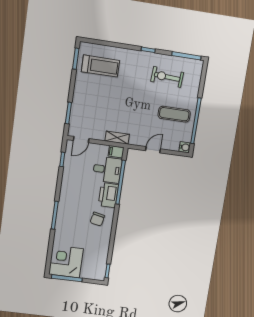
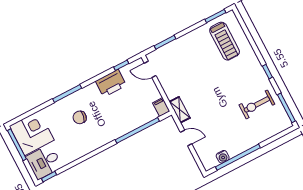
exercise bike: (167, 77) -> (257, 104), turned -93
exercise mat: (174, 114) -> (230, 134), removed
shelving: (117, 138) -> (180, 110), moved
water cooler: (185, 147) -> (223, 157), moved
desk: (107, 170) -> (44, 162), moved, turned 90
printer: (108, 195) -> (111, 83), moved, turned 180
chair: (97, 219) -> (80, 117), moved

